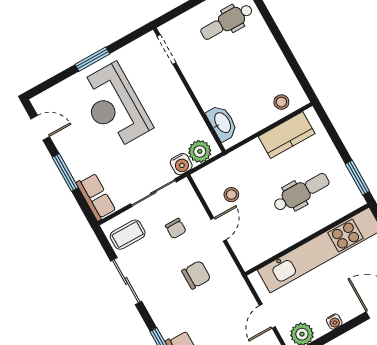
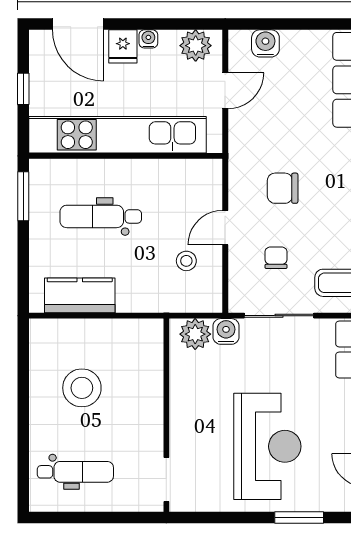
window: (92, 59) -> (299, 518), moved
stool: (281, 102) -> (82, 388), moved, width x1.89, depth x1.89
washbasin: (222, 123) -> (149, 353), removed
fridge: (348, 308) -> (123, 46), added

